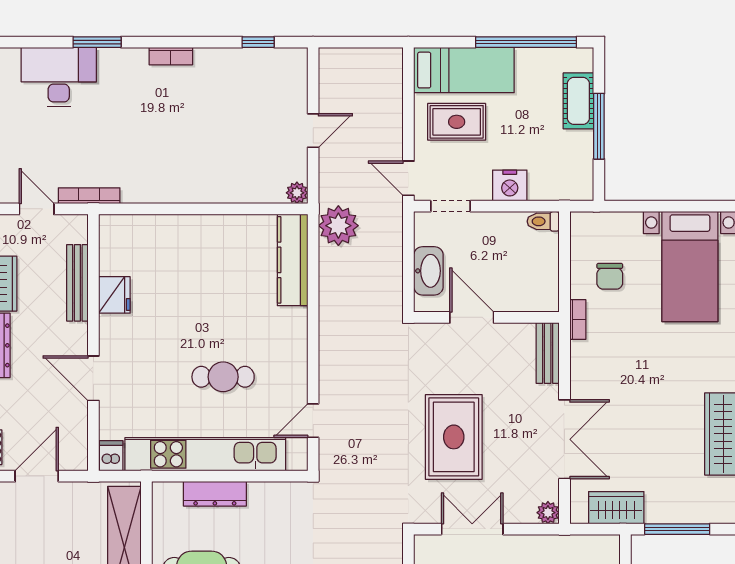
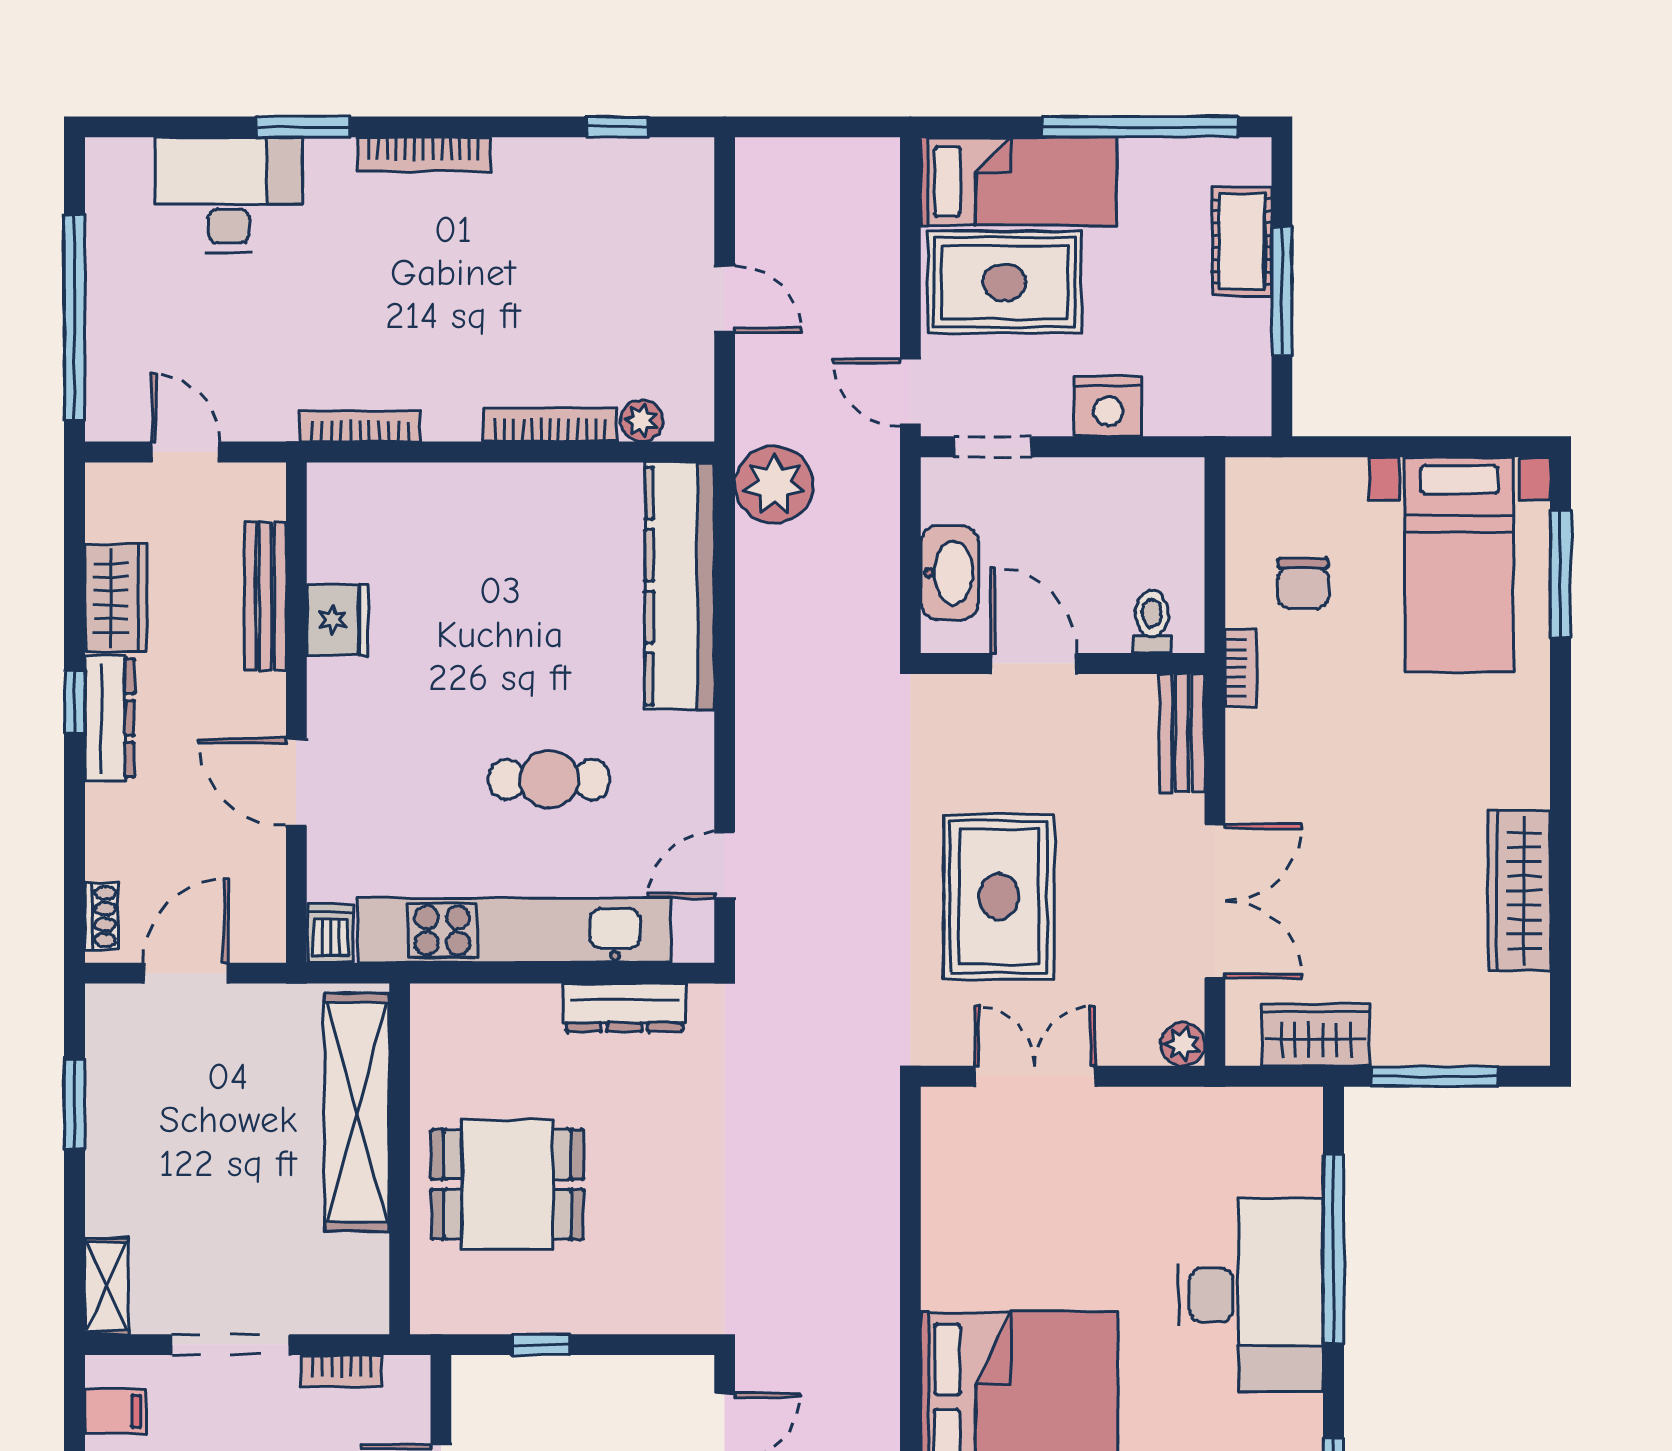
bookcase: (171, 56) -> (423, 154), width x1.56
rug: (457, 122) -> (1005, 282), width x1.36, depth x1.43
door: (313, 131) -> (725, 299), hinge flipped
plant: (297, 193) -> (642, 421), moved
bookcase: (224, 195) -> (550, 425), added
bookcase: (89, 196) -> (360, 426), moved
toilet: (543, 221) -> (1152, 622), moved, turned 90
kitchen counter: (293, 260) -> (680, 586), width x1.39, depth x1.17
dresser: (215, 494) -> (624, 1007), moved

